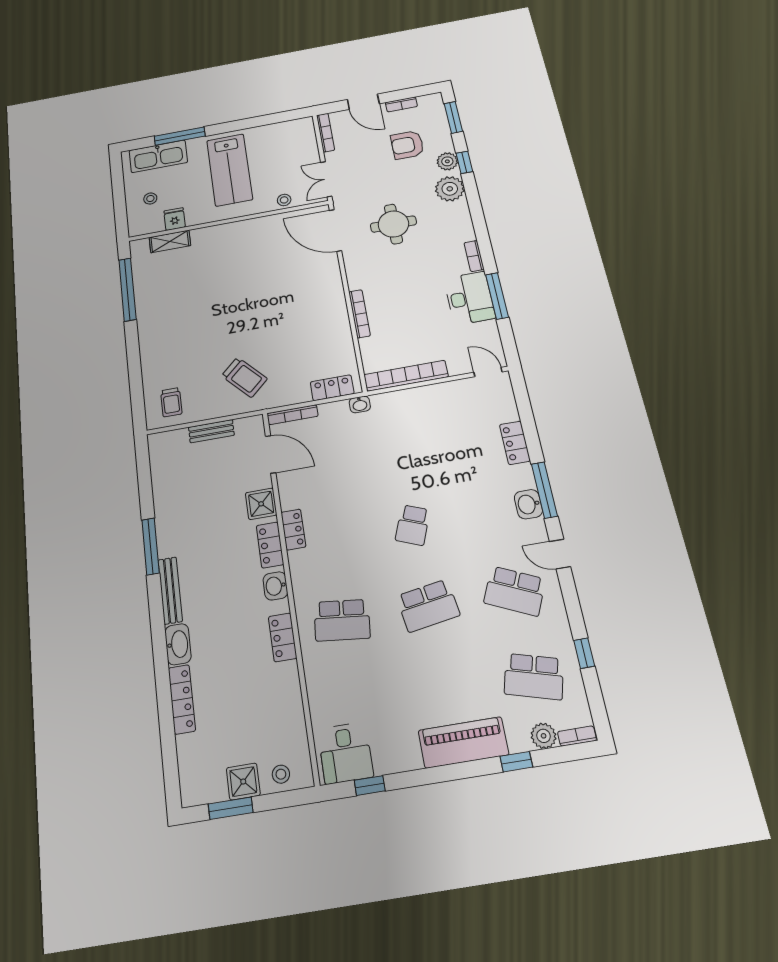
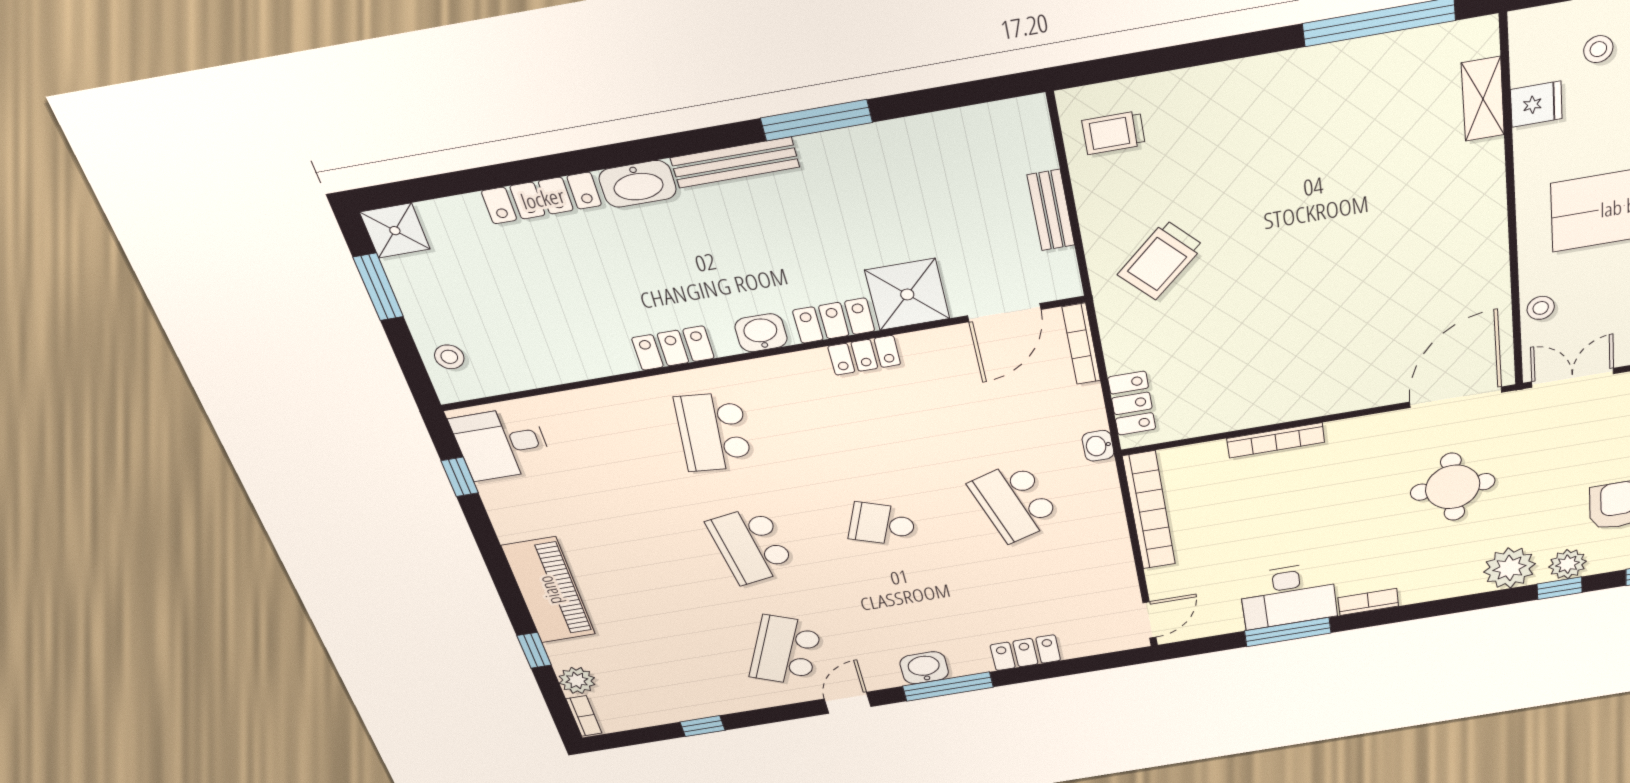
shower: (261, 504) -> (907, 294), width x1.36, depth x1.36
school desk: (534, 676) -> (1015, 502), moved, turned -33
shower: (243, 782) -> (395, 231), moved

